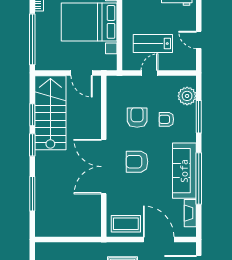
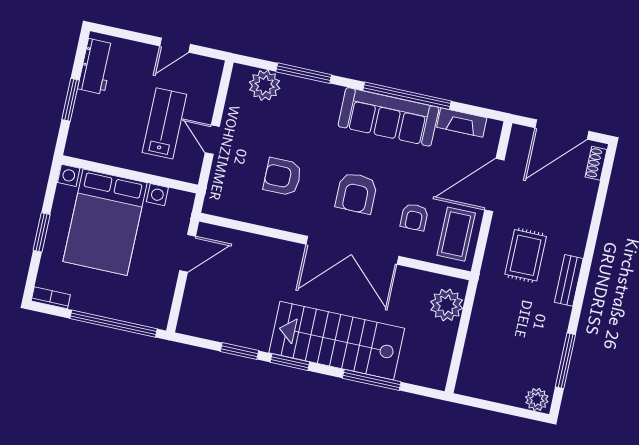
lab bench: (153, 44) -> (164, 123), turned 180
stairs: (50, 113) -> (337, 341), moved
armchair: (166, 119) -> (414, 217), moved
plant: (84, 227) -> (447, 305), added

